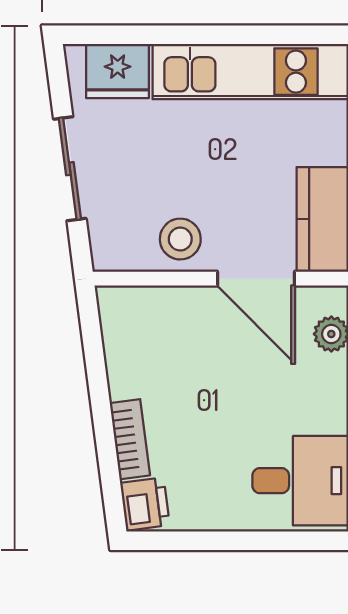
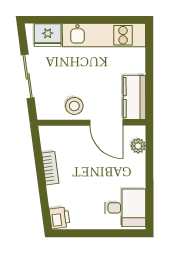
bookcase: (130, 439) -> (50, 168), moved

